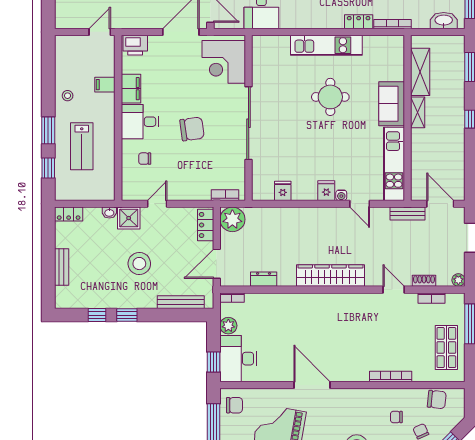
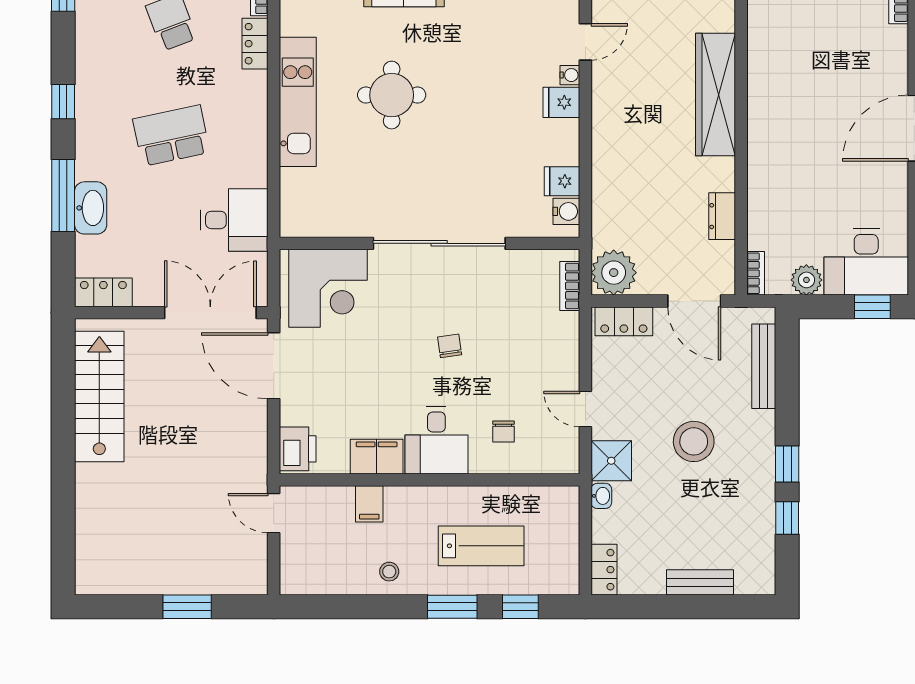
chair: (192, 129) -> (450, 346), width x0.54, depth x0.54
water cooler: (266, 193) -> (566, 211), added

